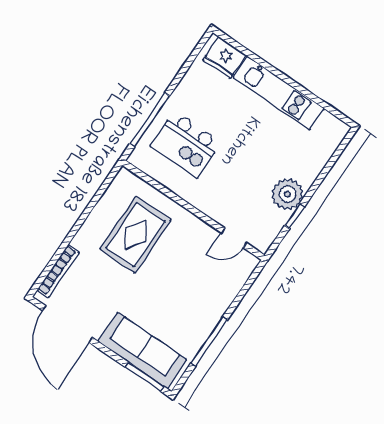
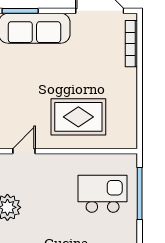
rug: (135, 235) -> (78, 117), moved, turned 90

